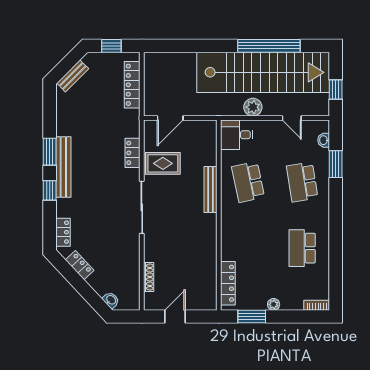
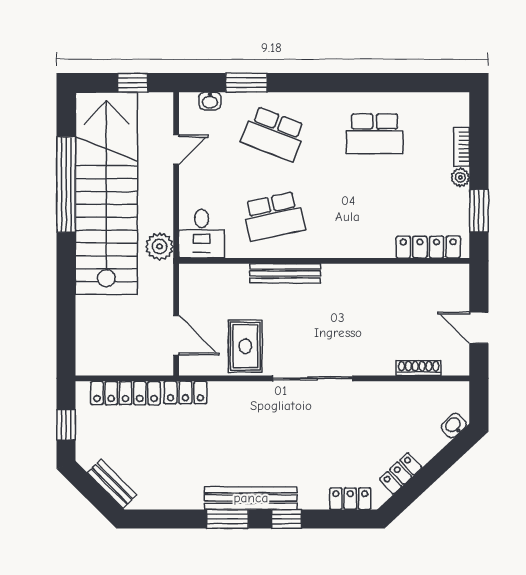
plant: (253, 107) -> (160, 246), moved
locker: (133, 153) -> (185, 393), moved
school desk: (302, 182) -> (274, 134), turned 30
bookcase: (317, 305) -> (462, 147), moved

